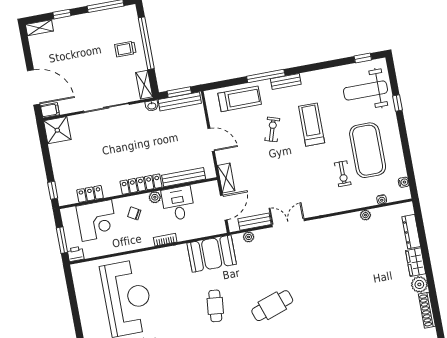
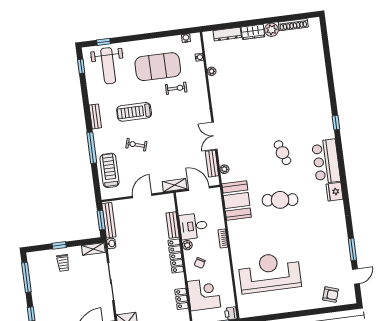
window: (146, 43) -> (59, 245), width x0.32
bench: (286, 82) -> (95, 116), moved
window: (397, 103) -> (103, 42), moved
bench: (184, 177) -> (173, 225), width x0.73
cafe table: (215, 306) -> (280, 200), width x1.37, depth x1.35
cafe table: (272, 306) -> (282, 153), width x0.73, depth x0.74

